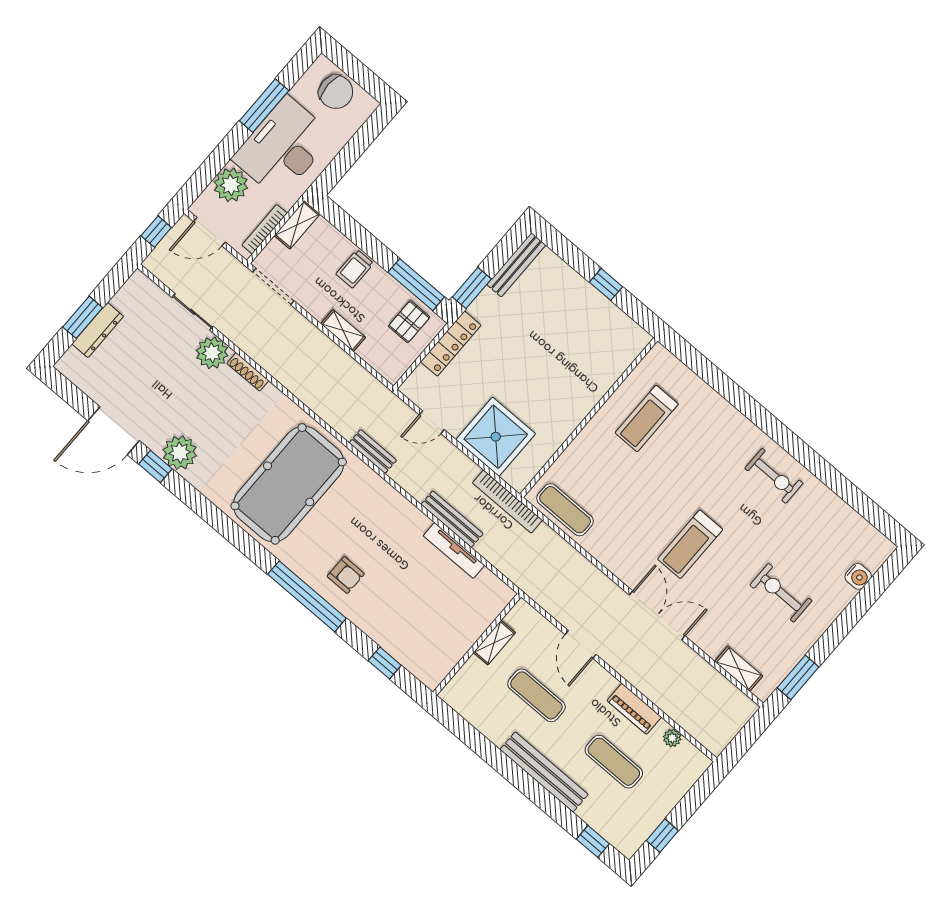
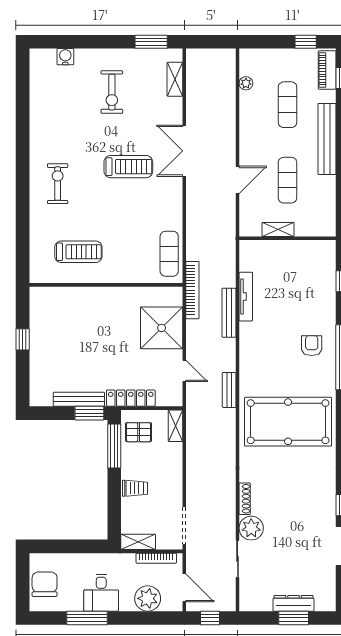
desk: (283, 147) -> (101, 593), width x0.53, depth x0.77
bench: (516, 265) -> (79, 399), moved
shelving: (343, 331) -> (175, 426), moved
plant: (180, 453) -> (323, 498), removed
exercise bike: (774, 476) -> (58, 184), moved
piano: (634, 709) -> (327, 70), moved, turned 180

